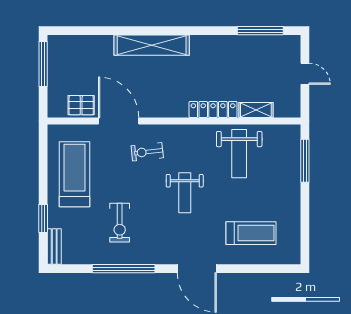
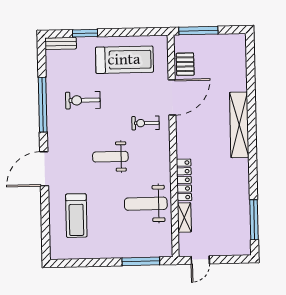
window: (43, 64) -> (198, 31), moved
door: (305, 74) -> (200, 260), moved
exercise bike: (147, 152) -> (145, 123), turned -84

